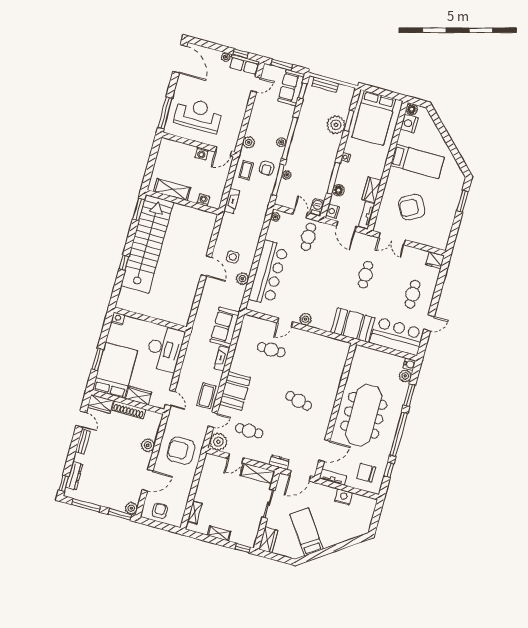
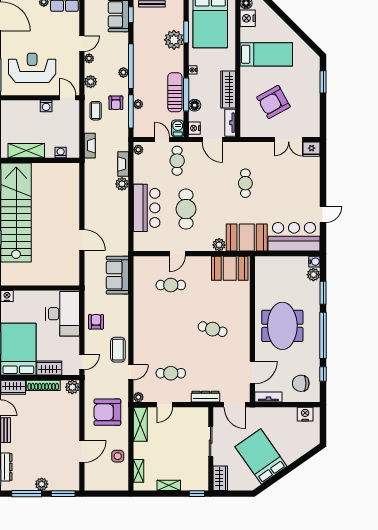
door: (256, 84) -> (82, 44), moved
plant: (253, 121) -> (89, 58), added
door: (223, 151) -> (68, 98), swing flipped
sun lounger: (324, 173) -> (175, 92), added
wardrobe: (372, 190) -> (228, 90), width x1.50
double door: (392, 239) -> (289, 139), moved
side table: (233, 257) -> (118, 456), moved
door: (206, 266) -> (82, 240), moved
bar counter: (268, 273) -> (147, 208), width x0.73
plant: (242, 279) -> (122, 184), moved
cafe table: (413, 294) -> (186, 209), moved, width x1.37, depth x1.35
plant: (306, 319) -> (219, 245), moved
fireplace: (222, 358) -> (123, 164), moved
booth: (235, 391) -> (230, 268), moved, turned 90
door: (170, 398) -> (82, 362), hinge flipped
meeting table: (364, 415) -> (282, 326), width x0.73
plant: (218, 442) -> (138, 397), width x0.53, depth x0.53
plant: (148, 445) -> (72, 387), moved
dresser: (279, 462) -> (206, 397), width x1.44
shelving: (258, 473) -> (140, 424), moved, turned 90
door: (300, 476) -> (235, 405), hinge flipped
nightstand: (343, 497) -> (305, 414), moved
plant: (131, 508) -> (42, 484), moved
armchair: (160, 511) -> (96, 322), moved
bed: (306, 532) -> (261, 457), width x1.50

